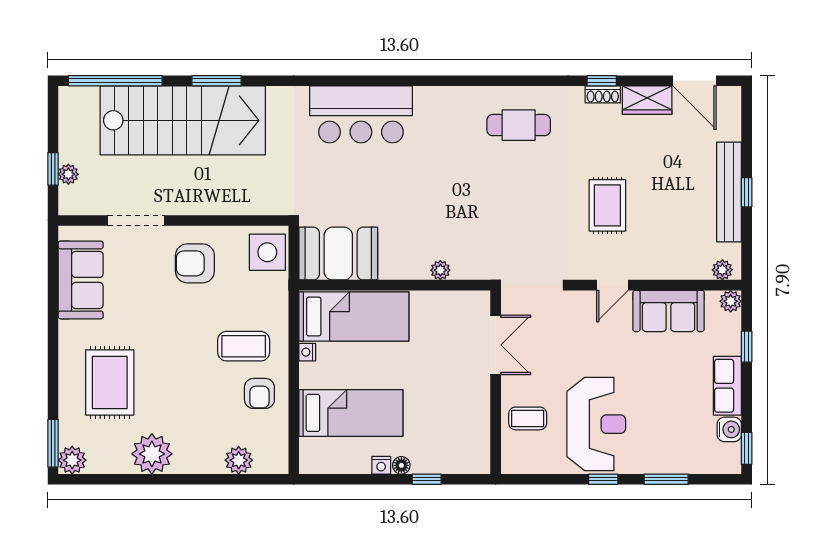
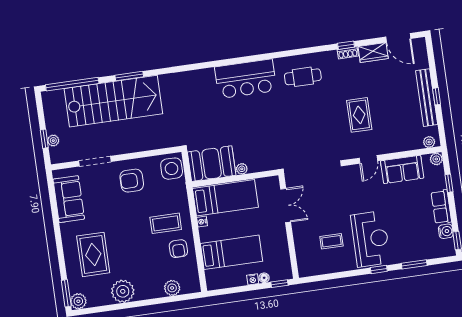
bar counter: (361, 114) -> (246, 79), moved
plant: (440, 270) -> (242, 169), moved
double door: (496, 345) -> (286, 206), moved
wall: (496, 382) -> (289, 227), moved

